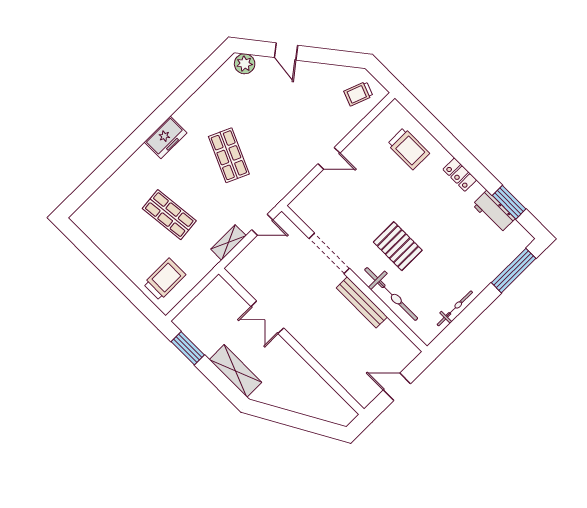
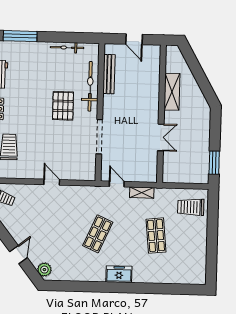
bench: (362, 302) -> (109, 74), moved
shelving: (236, 371) -> (172, 92), moved

